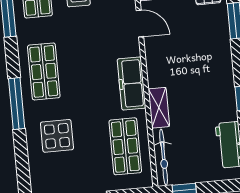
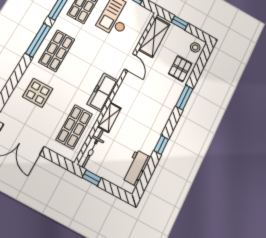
window: (17, 104) -> (38, 40), moved

